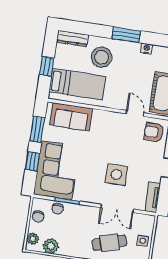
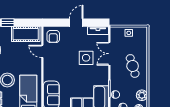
door: (135, 113) -> (42, 51), hinge flipped
double door: (117, 208) -> (109, 54), swing flipped
cafe table: (109, 243) -> (133, 66), moved

